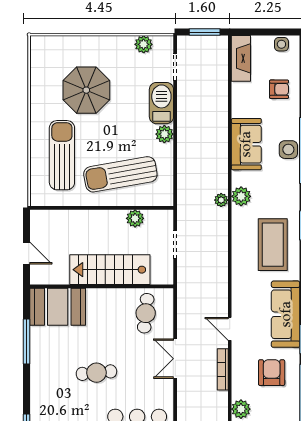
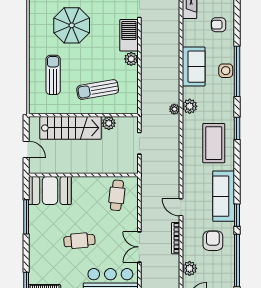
armchair: (279, 89) -> (219, 25), turned 180
sun lounger: (62, 155) -> (53, 75), width x0.73, depth x0.75
sun lounger: (120, 174) -> (98, 90), width x0.73, depth x0.75
stairs: (110, 270) -> (71, 128), moved, turned 180
double door: (175, 359) -> (139, 247), moved

